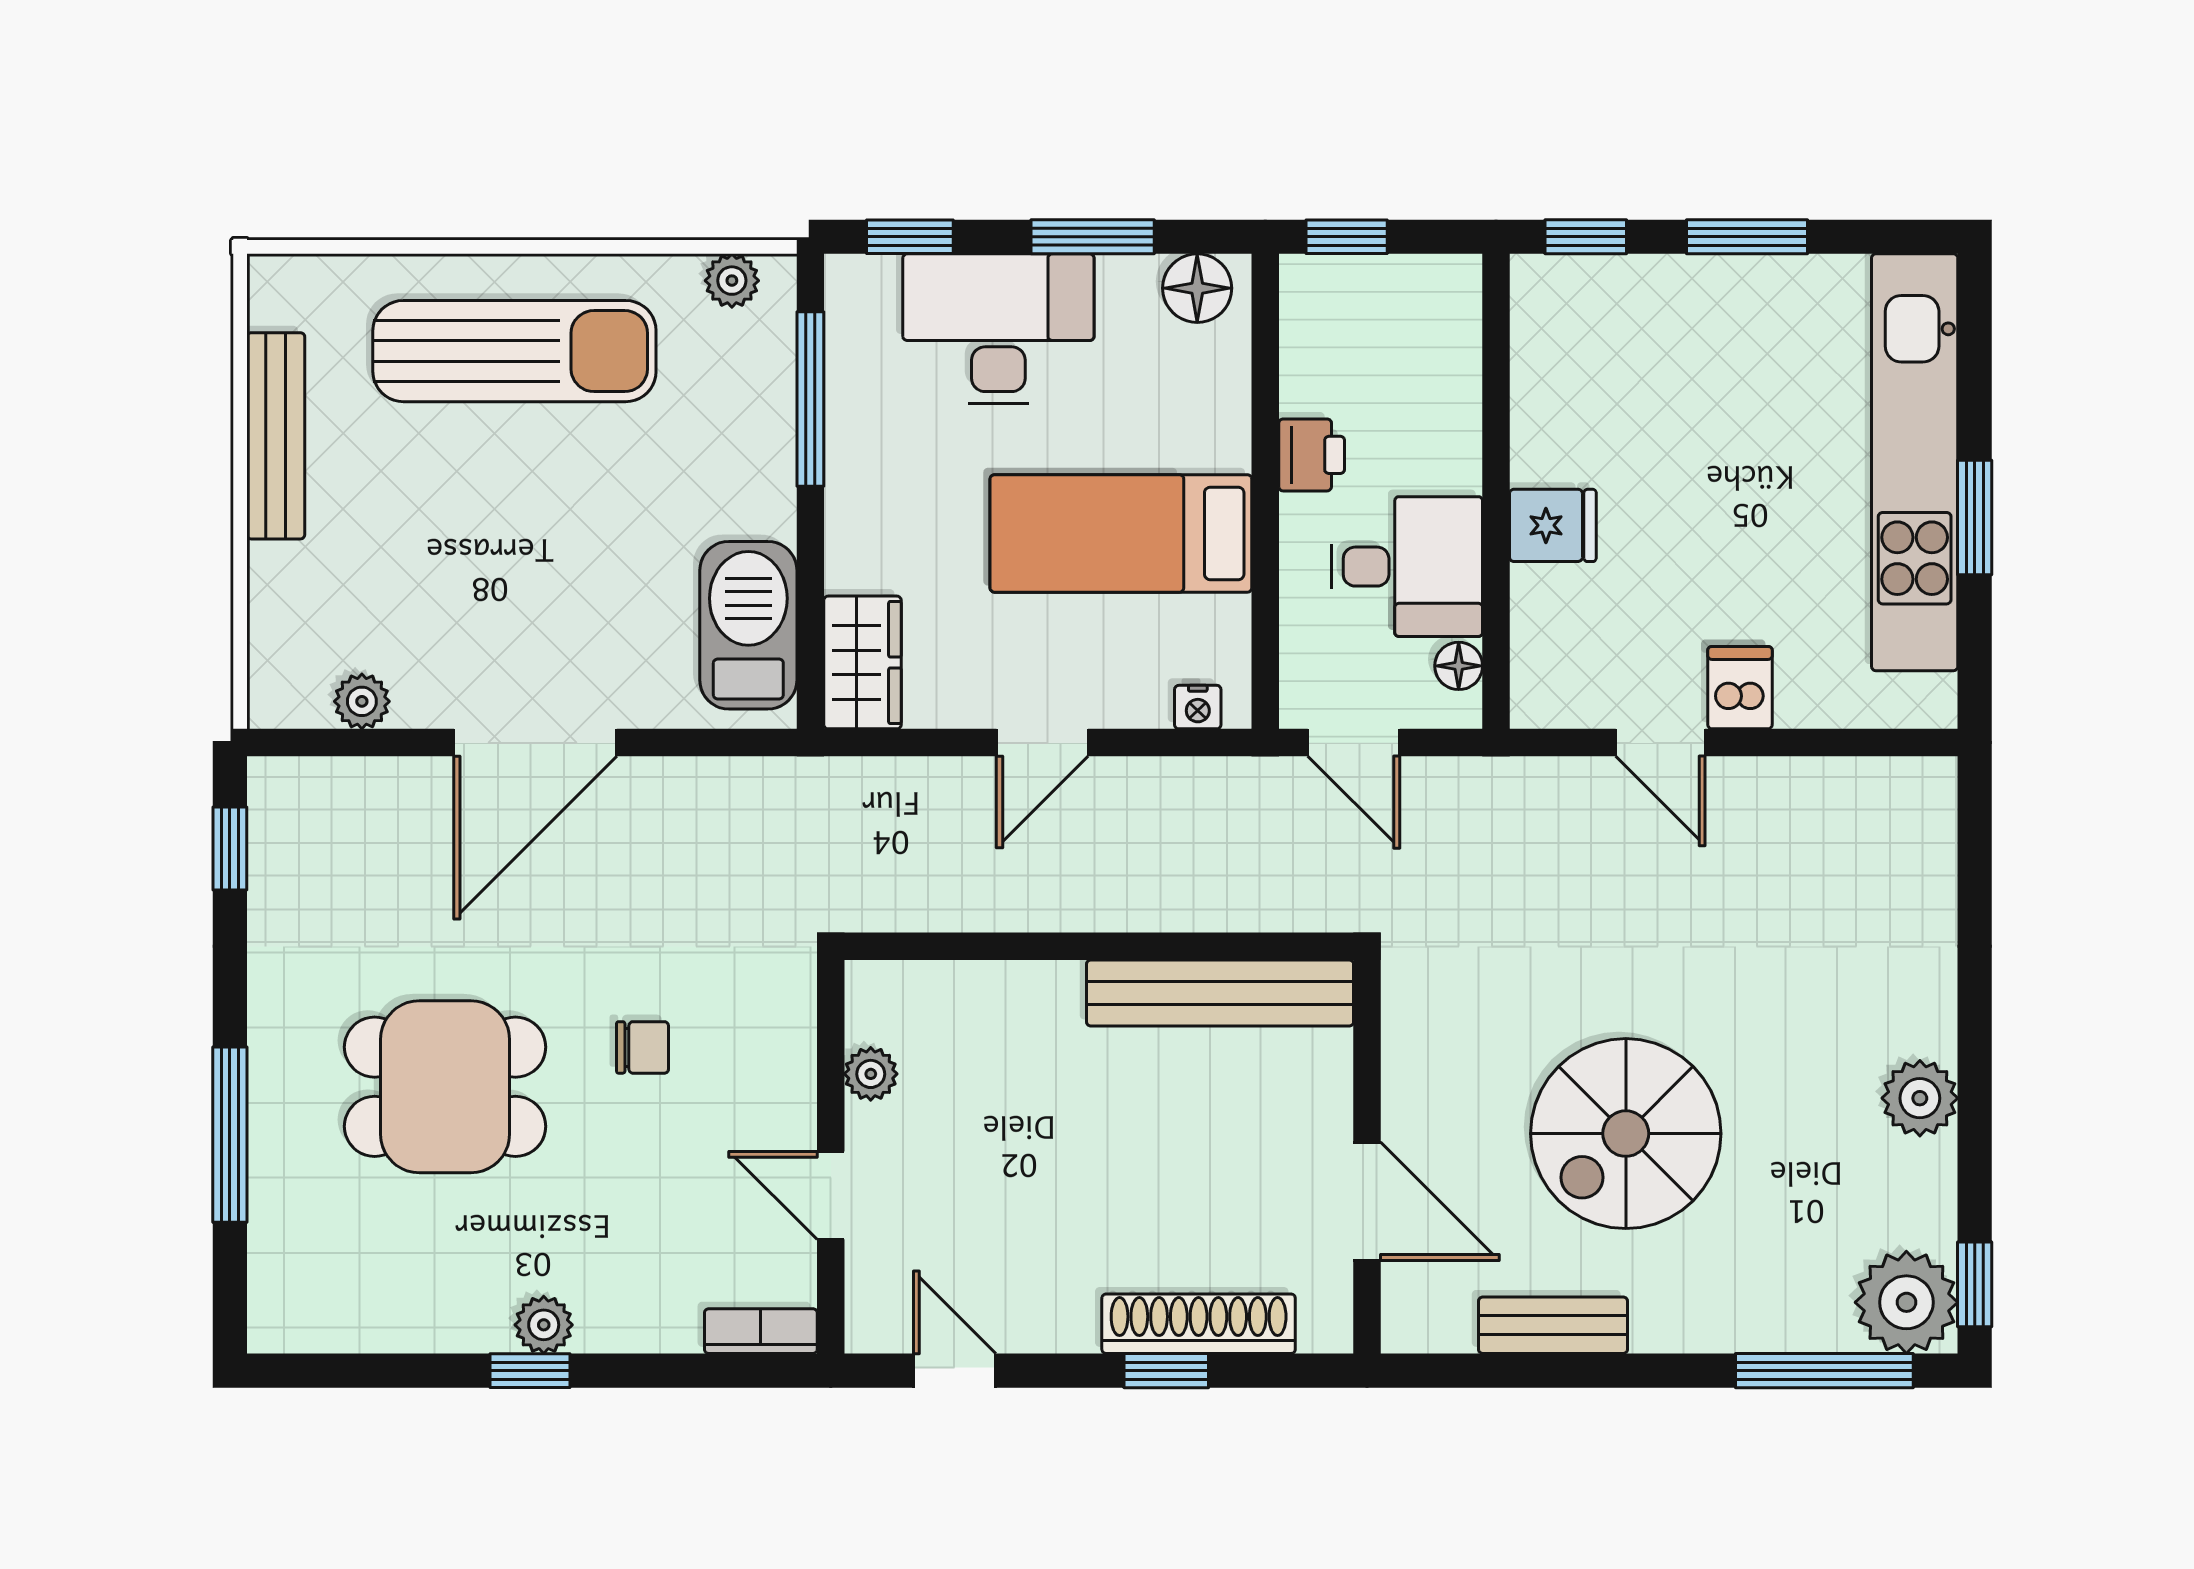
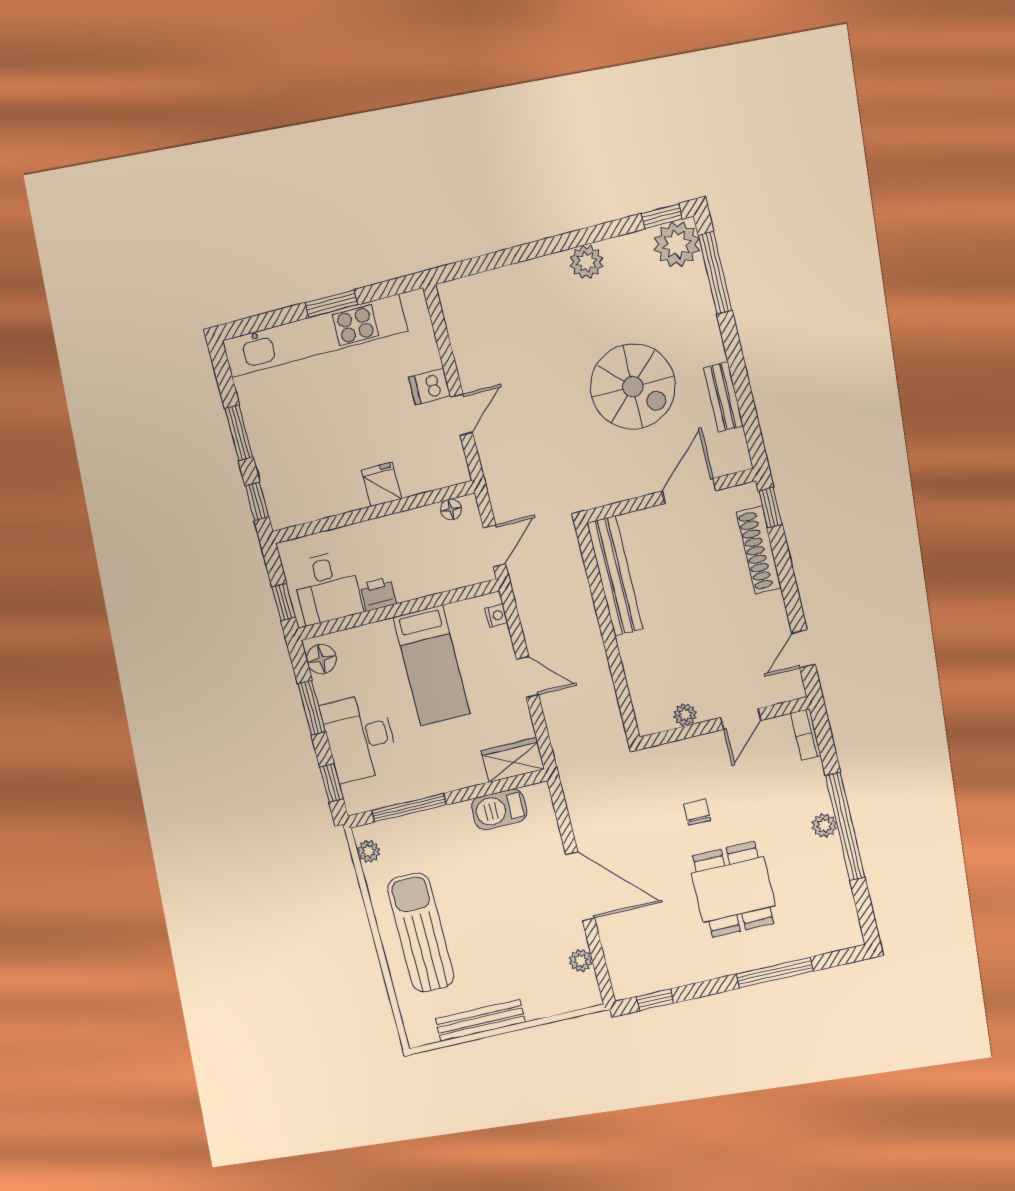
desk: (1407, 567) -> (327, 588), moved, turned 180
barbecue: (748, 625) -> (499, 809), width x0.73, depth x0.83
window: (530, 1371) -> (845, 826), width x3.17
window: (1166, 1371) -> (770, 508), moved

